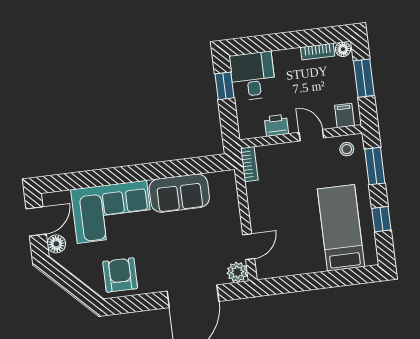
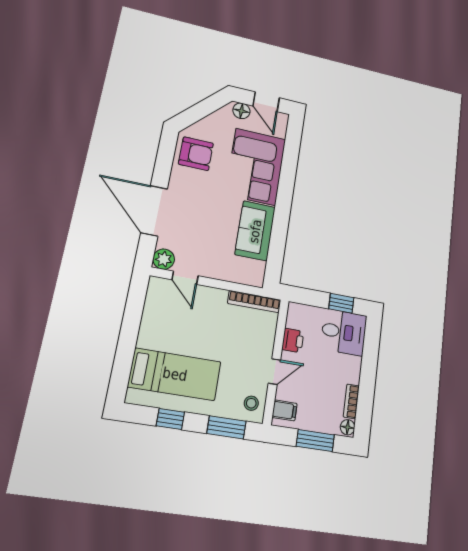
bookcase: (249, 164) -> (254, 302), width x1.56

